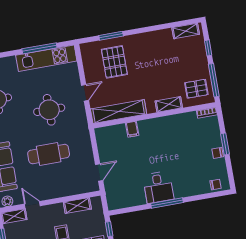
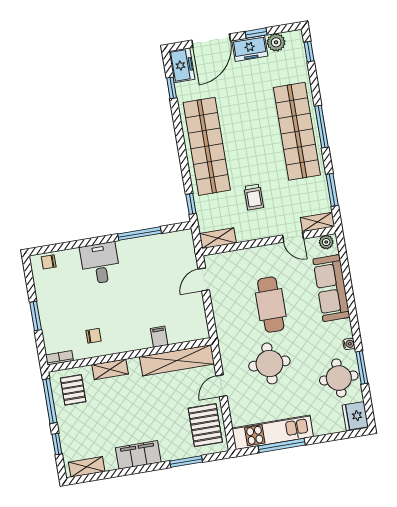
filing cabinet: (147, 40) -> (138, 455), added
pallet: (114, 62) -> (205, 425), moved
pallet: (196, 89) -> (73, 390), turned 90
chair: (218, 153) -> (94, 336), moved
cafe table: (49, 154) -> (271, 305), turned 90
desk: (158, 187) -> (100, 263), moved
window: (167, 203) -> (140, 234), moved
shelving: (77, 206) -> (218, 238), moved

